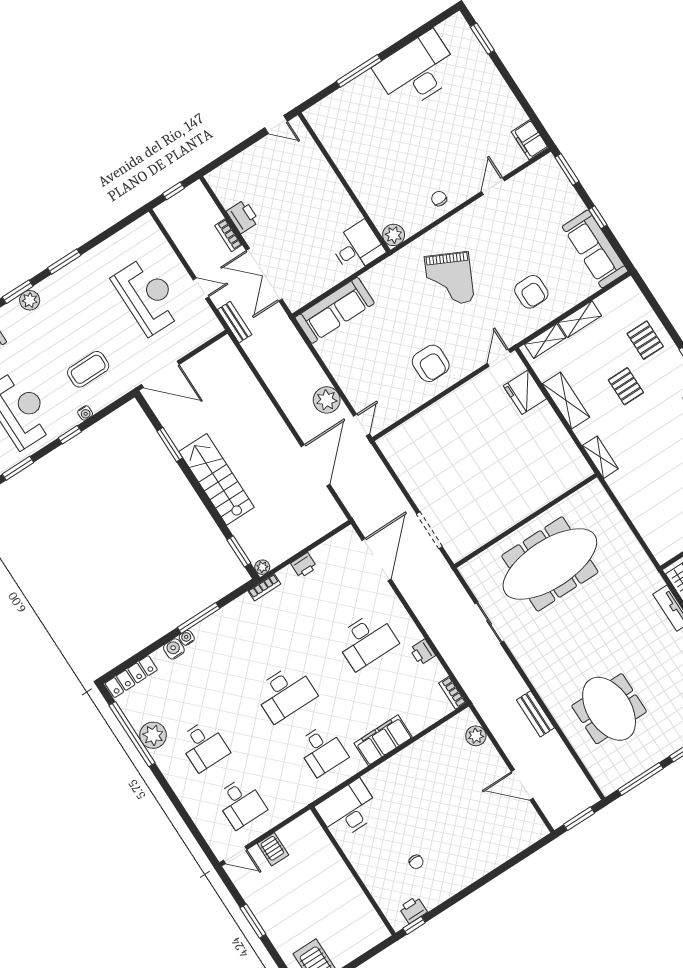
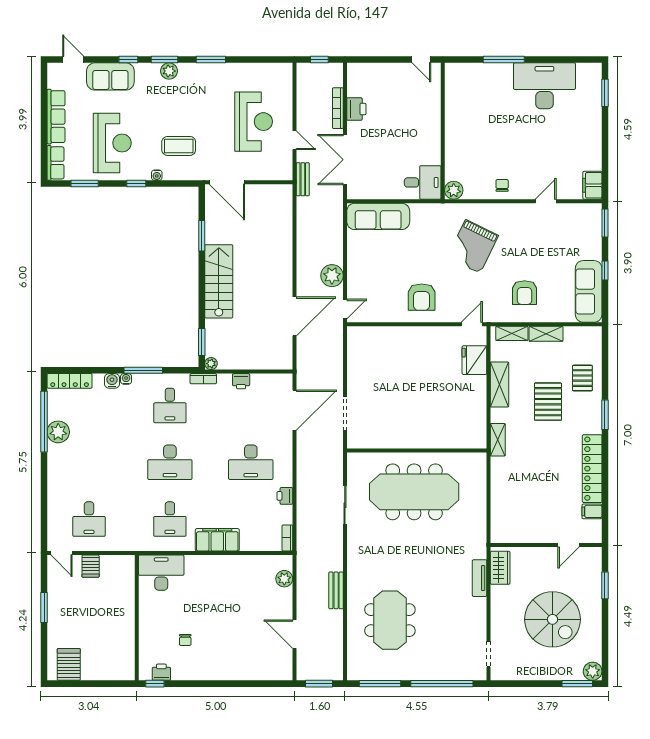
bookcase: (228, 235) -> (338, 108), width x1.56
pallet: (626, 386) -> (548, 402), width x1.50, depth x1.42
desk: (204, 746) -> (170, 405), moved

